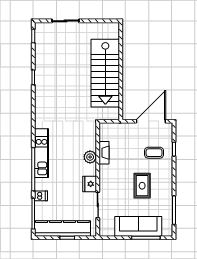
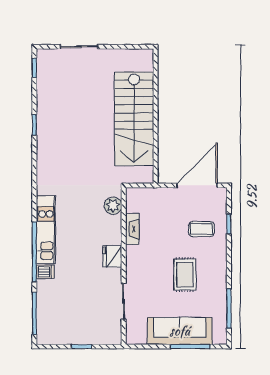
plant: (90, 157) -> (113, 206), moved
fridge: (90, 184) -> (112, 256), moved
dishwasher: (41, 196) -> (45, 272), moved
kitchen counter: (62, 229) -> (75, 334), removed

